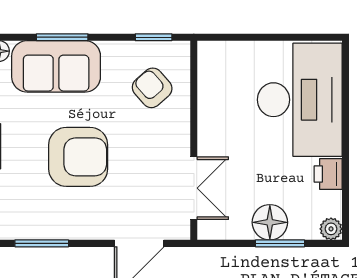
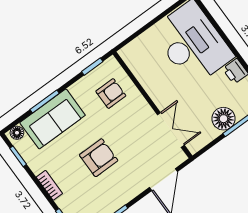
armchair: (152, 88) -> (111, 94), turned 131
armchair: (78, 157) -> (99, 158), width x0.73, depth x0.73

